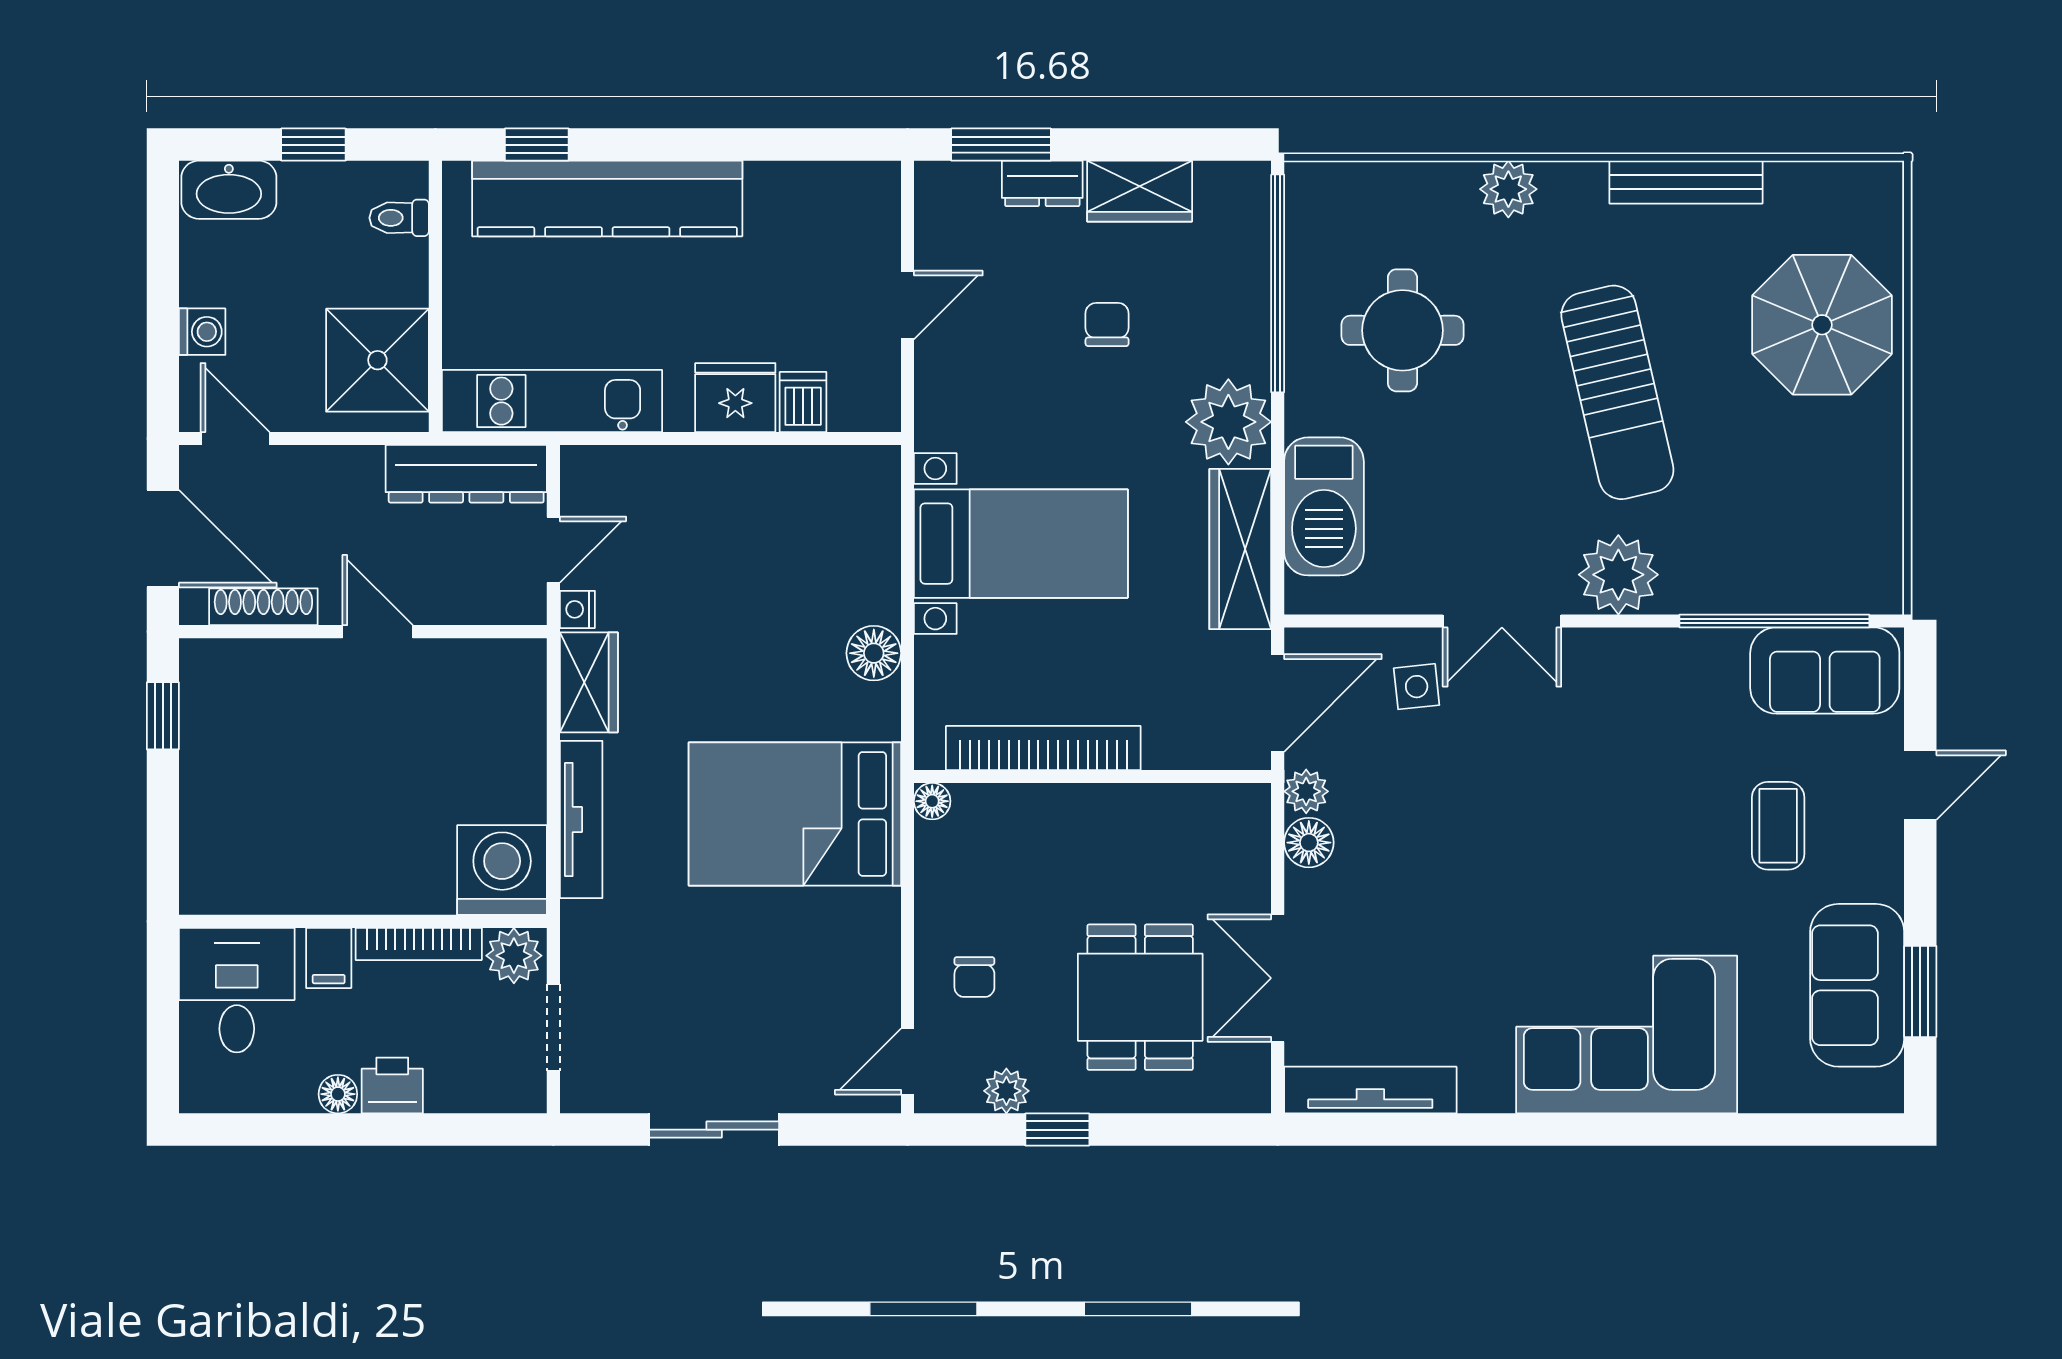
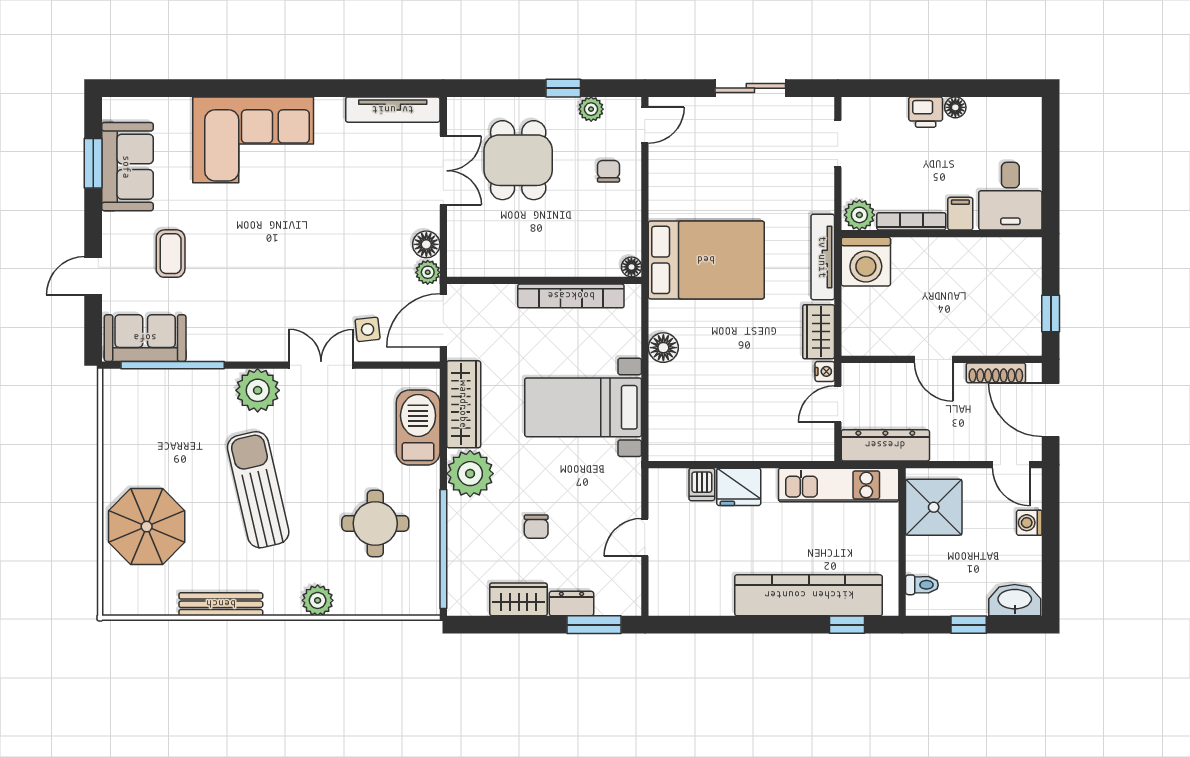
washing machine: (502, 870) -> (866, 262), moved
wall: (363, 921) -> (942, 234), moved
bookcase: (419, 944) -> (911, 221), moved
plant: (514, 956) -> (859, 215), moved
filing cabinet: (329, 958) -> (960, 214), moved
desk: (237, 990) -> (1010, 196), moved

